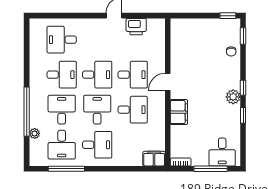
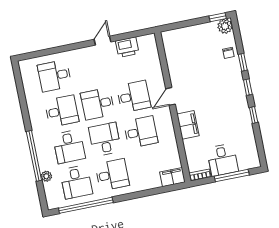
window: (243, 36) -> (243, 62), moved
desk: (97, 75) -> (98, 104), turned 180
plant: (233, 97) -> (225, 26), moved
desk: (62, 110) -> (69, 147), turned 180
desk: (222, 152) -> (223, 160), moved
window: (66, 169) -> (86, 205), width x1.46

